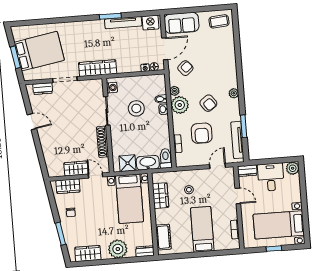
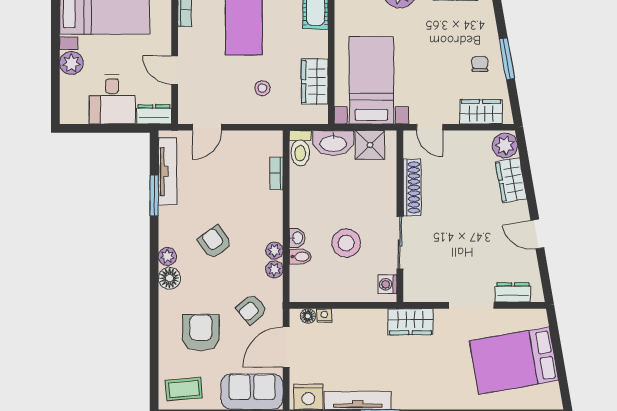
window: (15, 57) -> (558, 353), removed
wardrobe: (98, 68) -> (410, 322), width x0.67
floor lamp: (232, 82) -> (169, 278), added
plant: (180, 105) -> (274, 251), width x0.53, depth x0.53
armchair: (202, 133) -> (201, 333), moved
plant: (293, 168) -> (71, 63), moved
plant: (53, 169) -> (505, 145), added
wardrobe: (76, 169) -> (511, 180), moved, turned 80
window: (61, 234) -> (507, 59), moved

